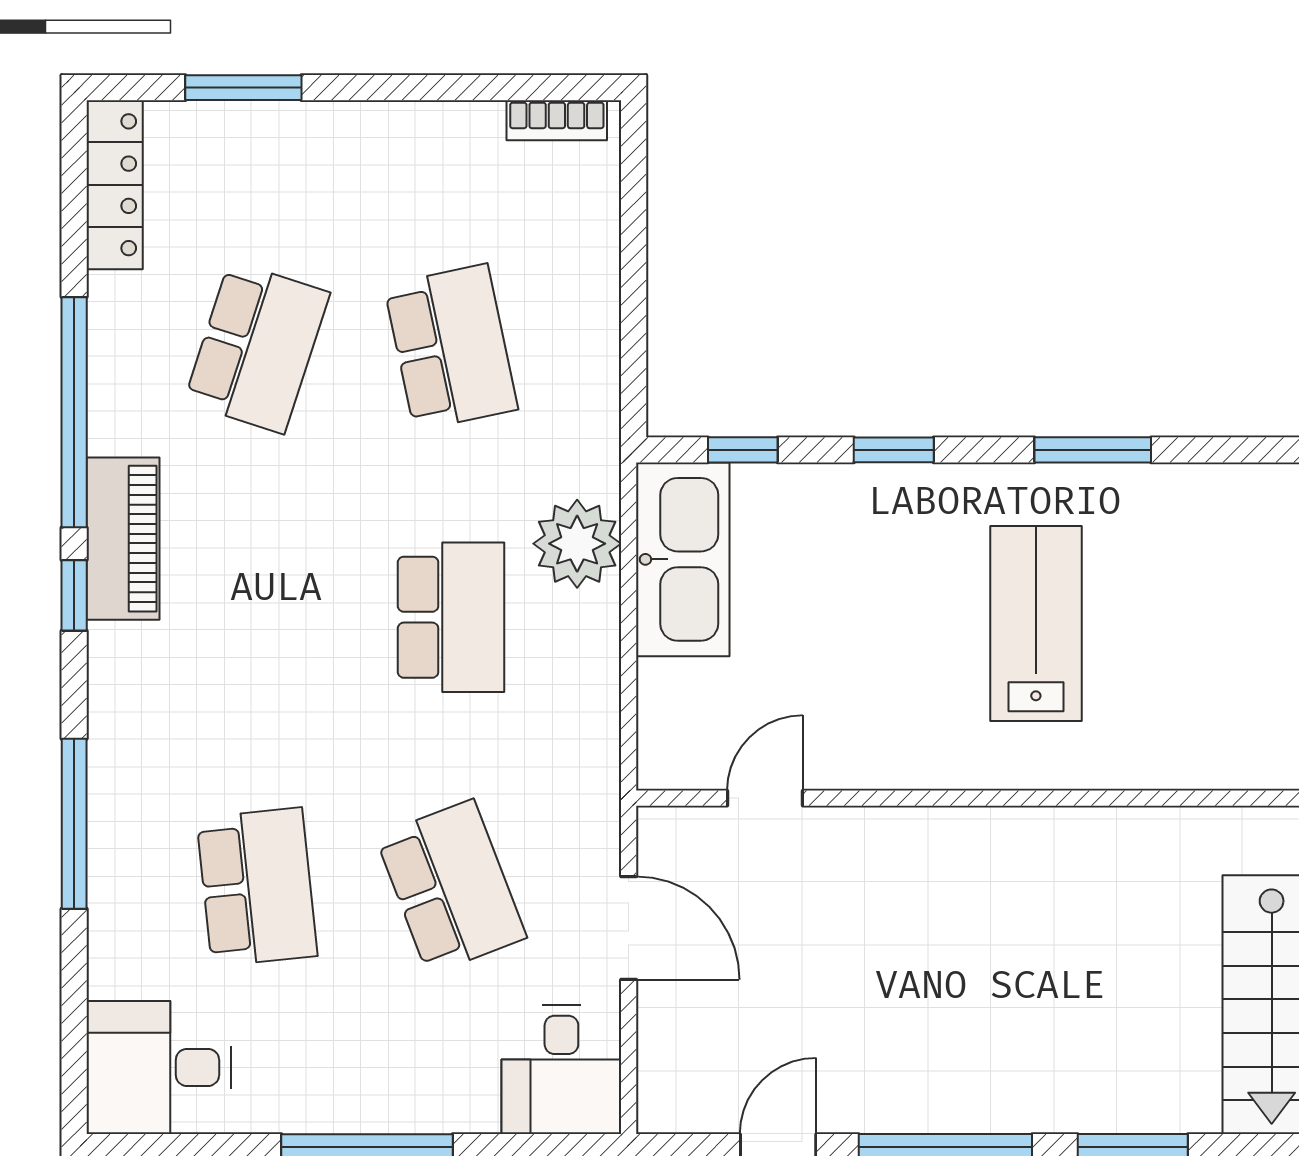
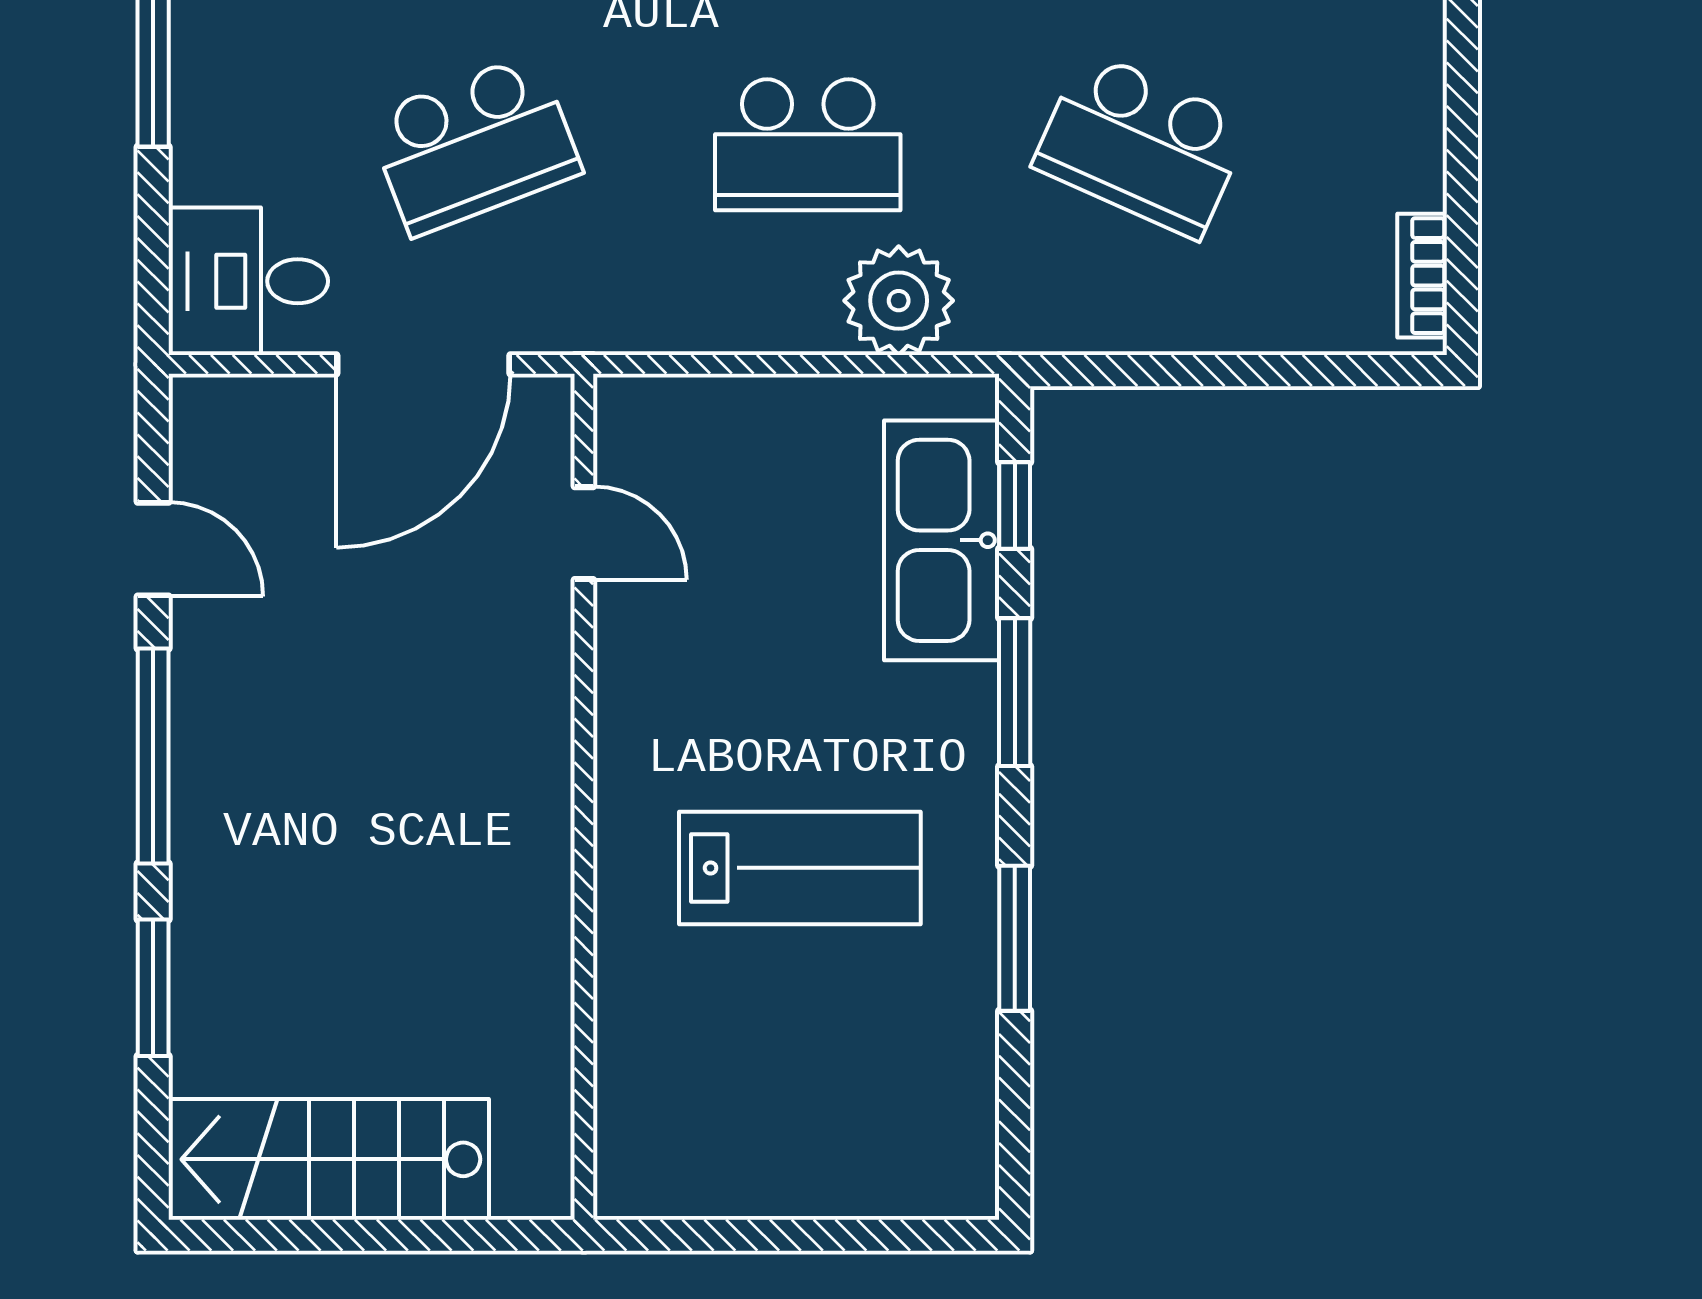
school desk: (451, 347) -> (1141, 145), turned 36
window: (894, 450) -> (1015, 692), width x1.50
kitchen sink: (683, 559) -> (942, 540), moved, turned 90
door: (629, 928) -> (423, 364), width x1.36

